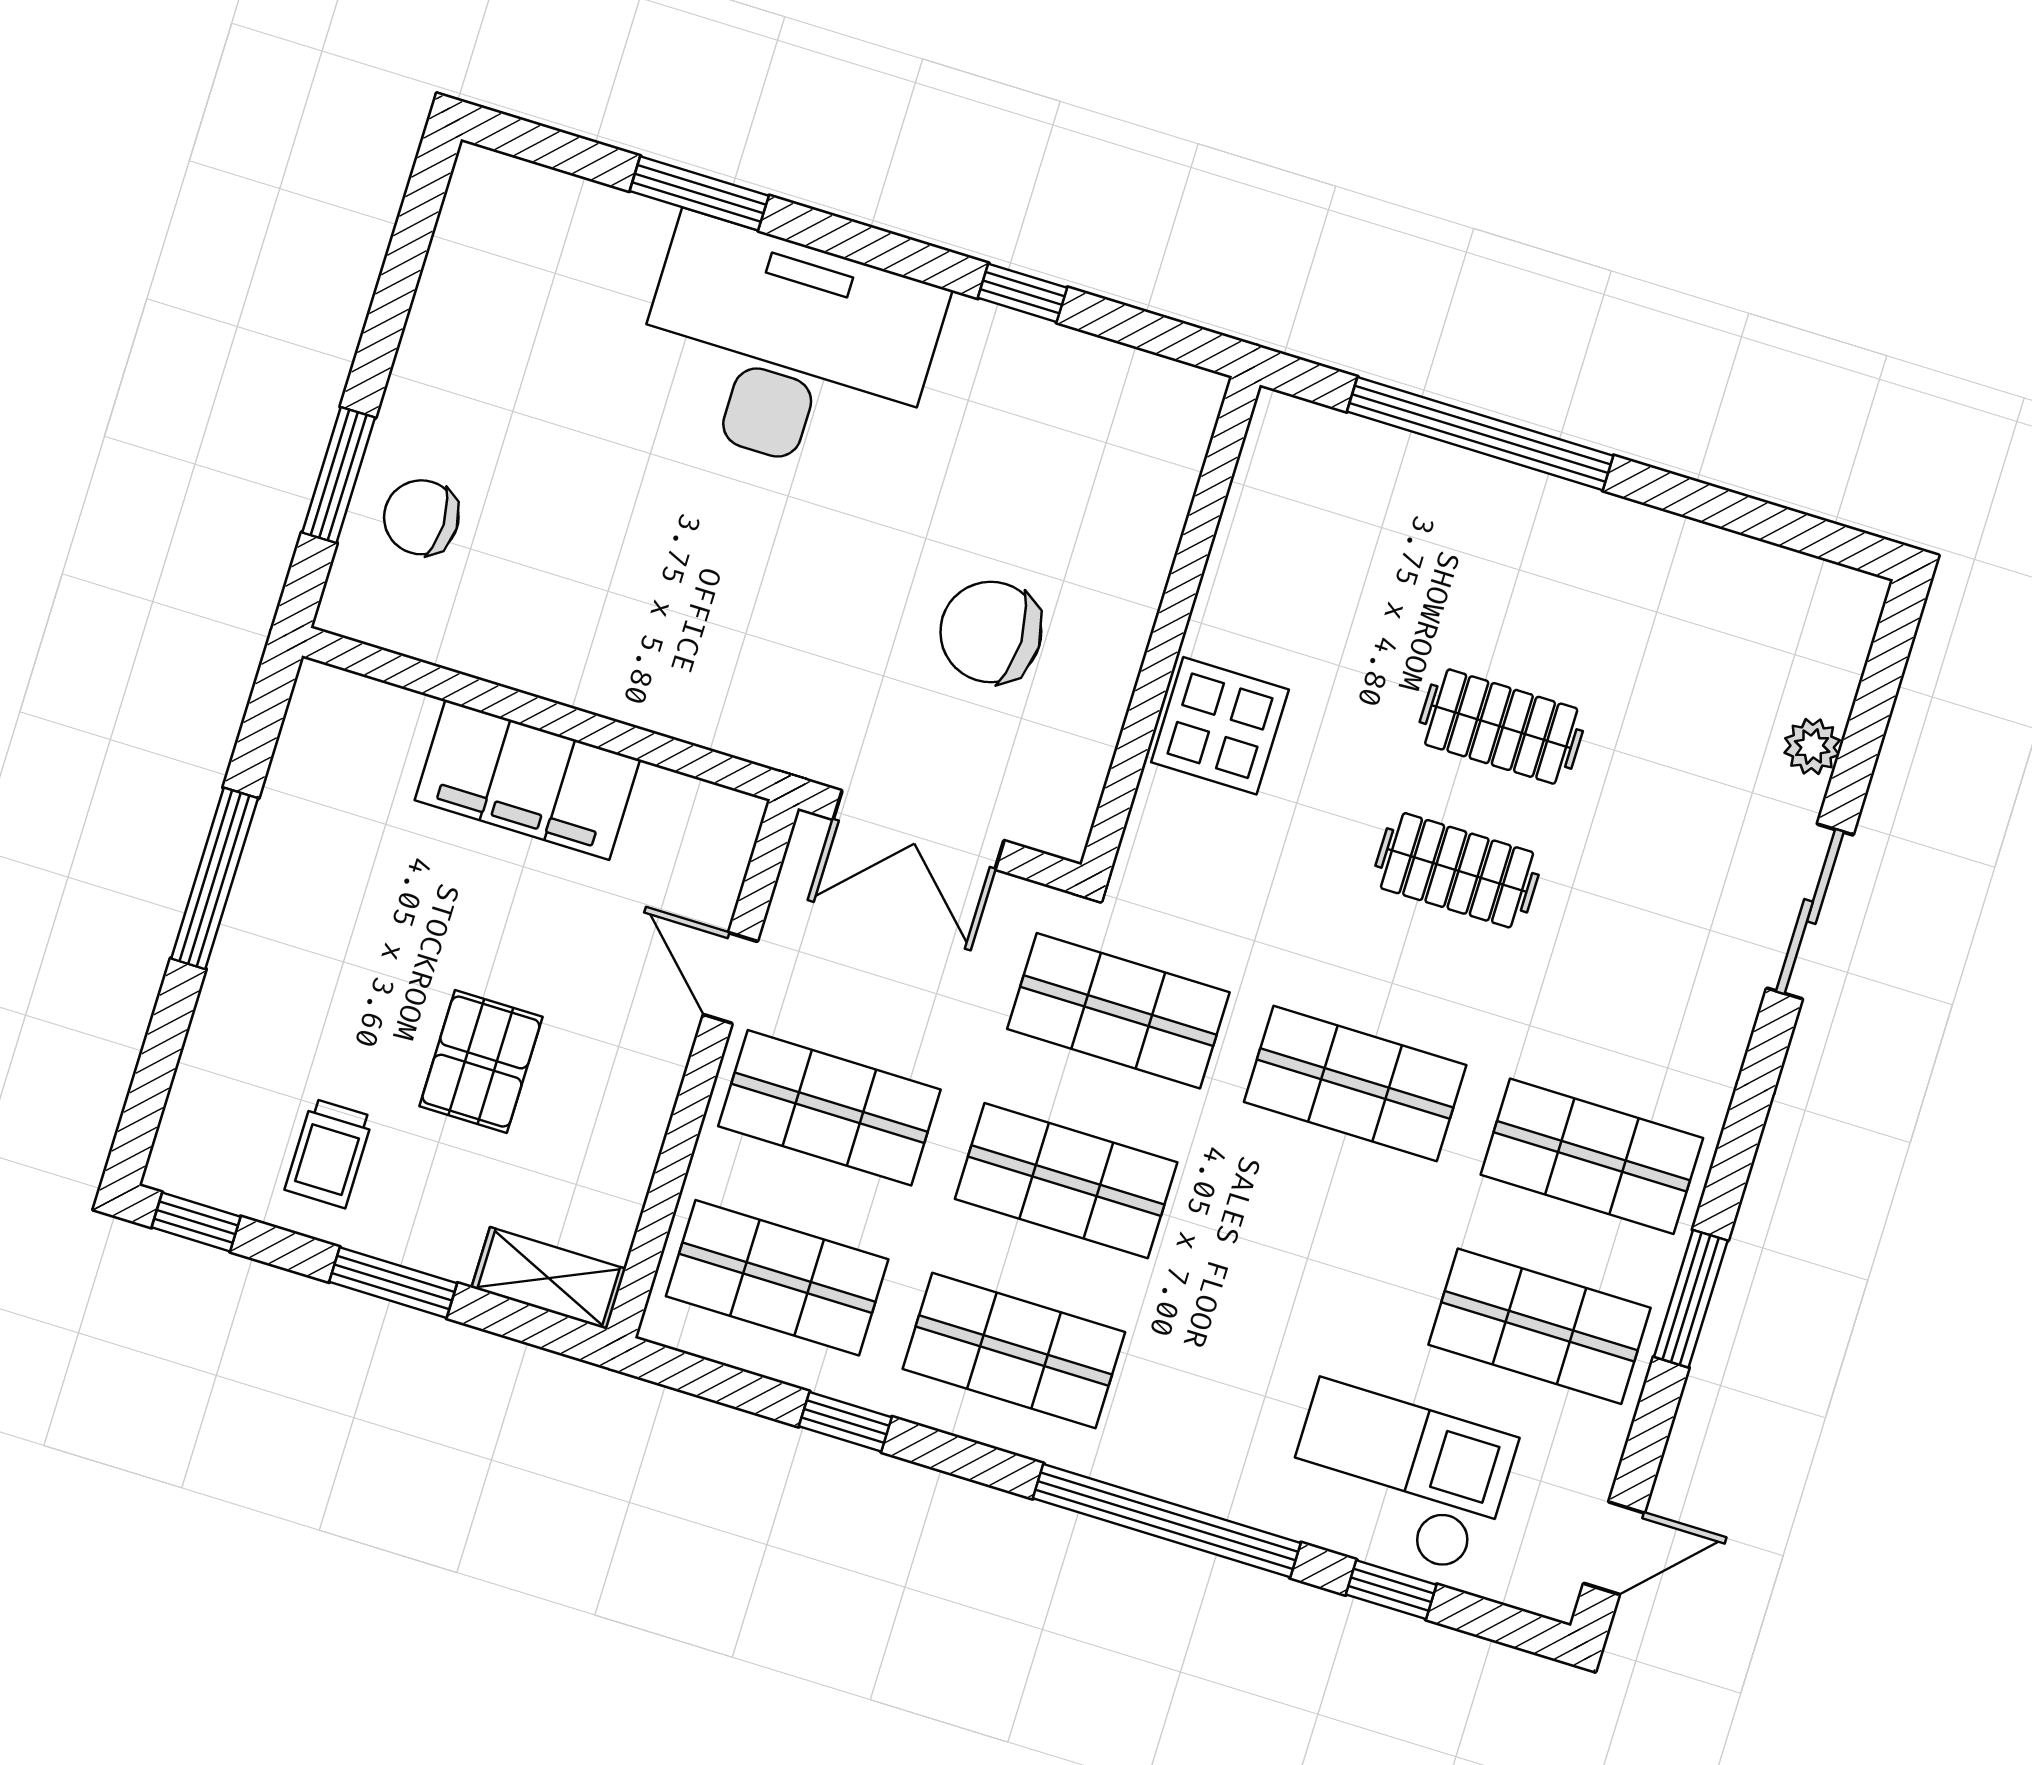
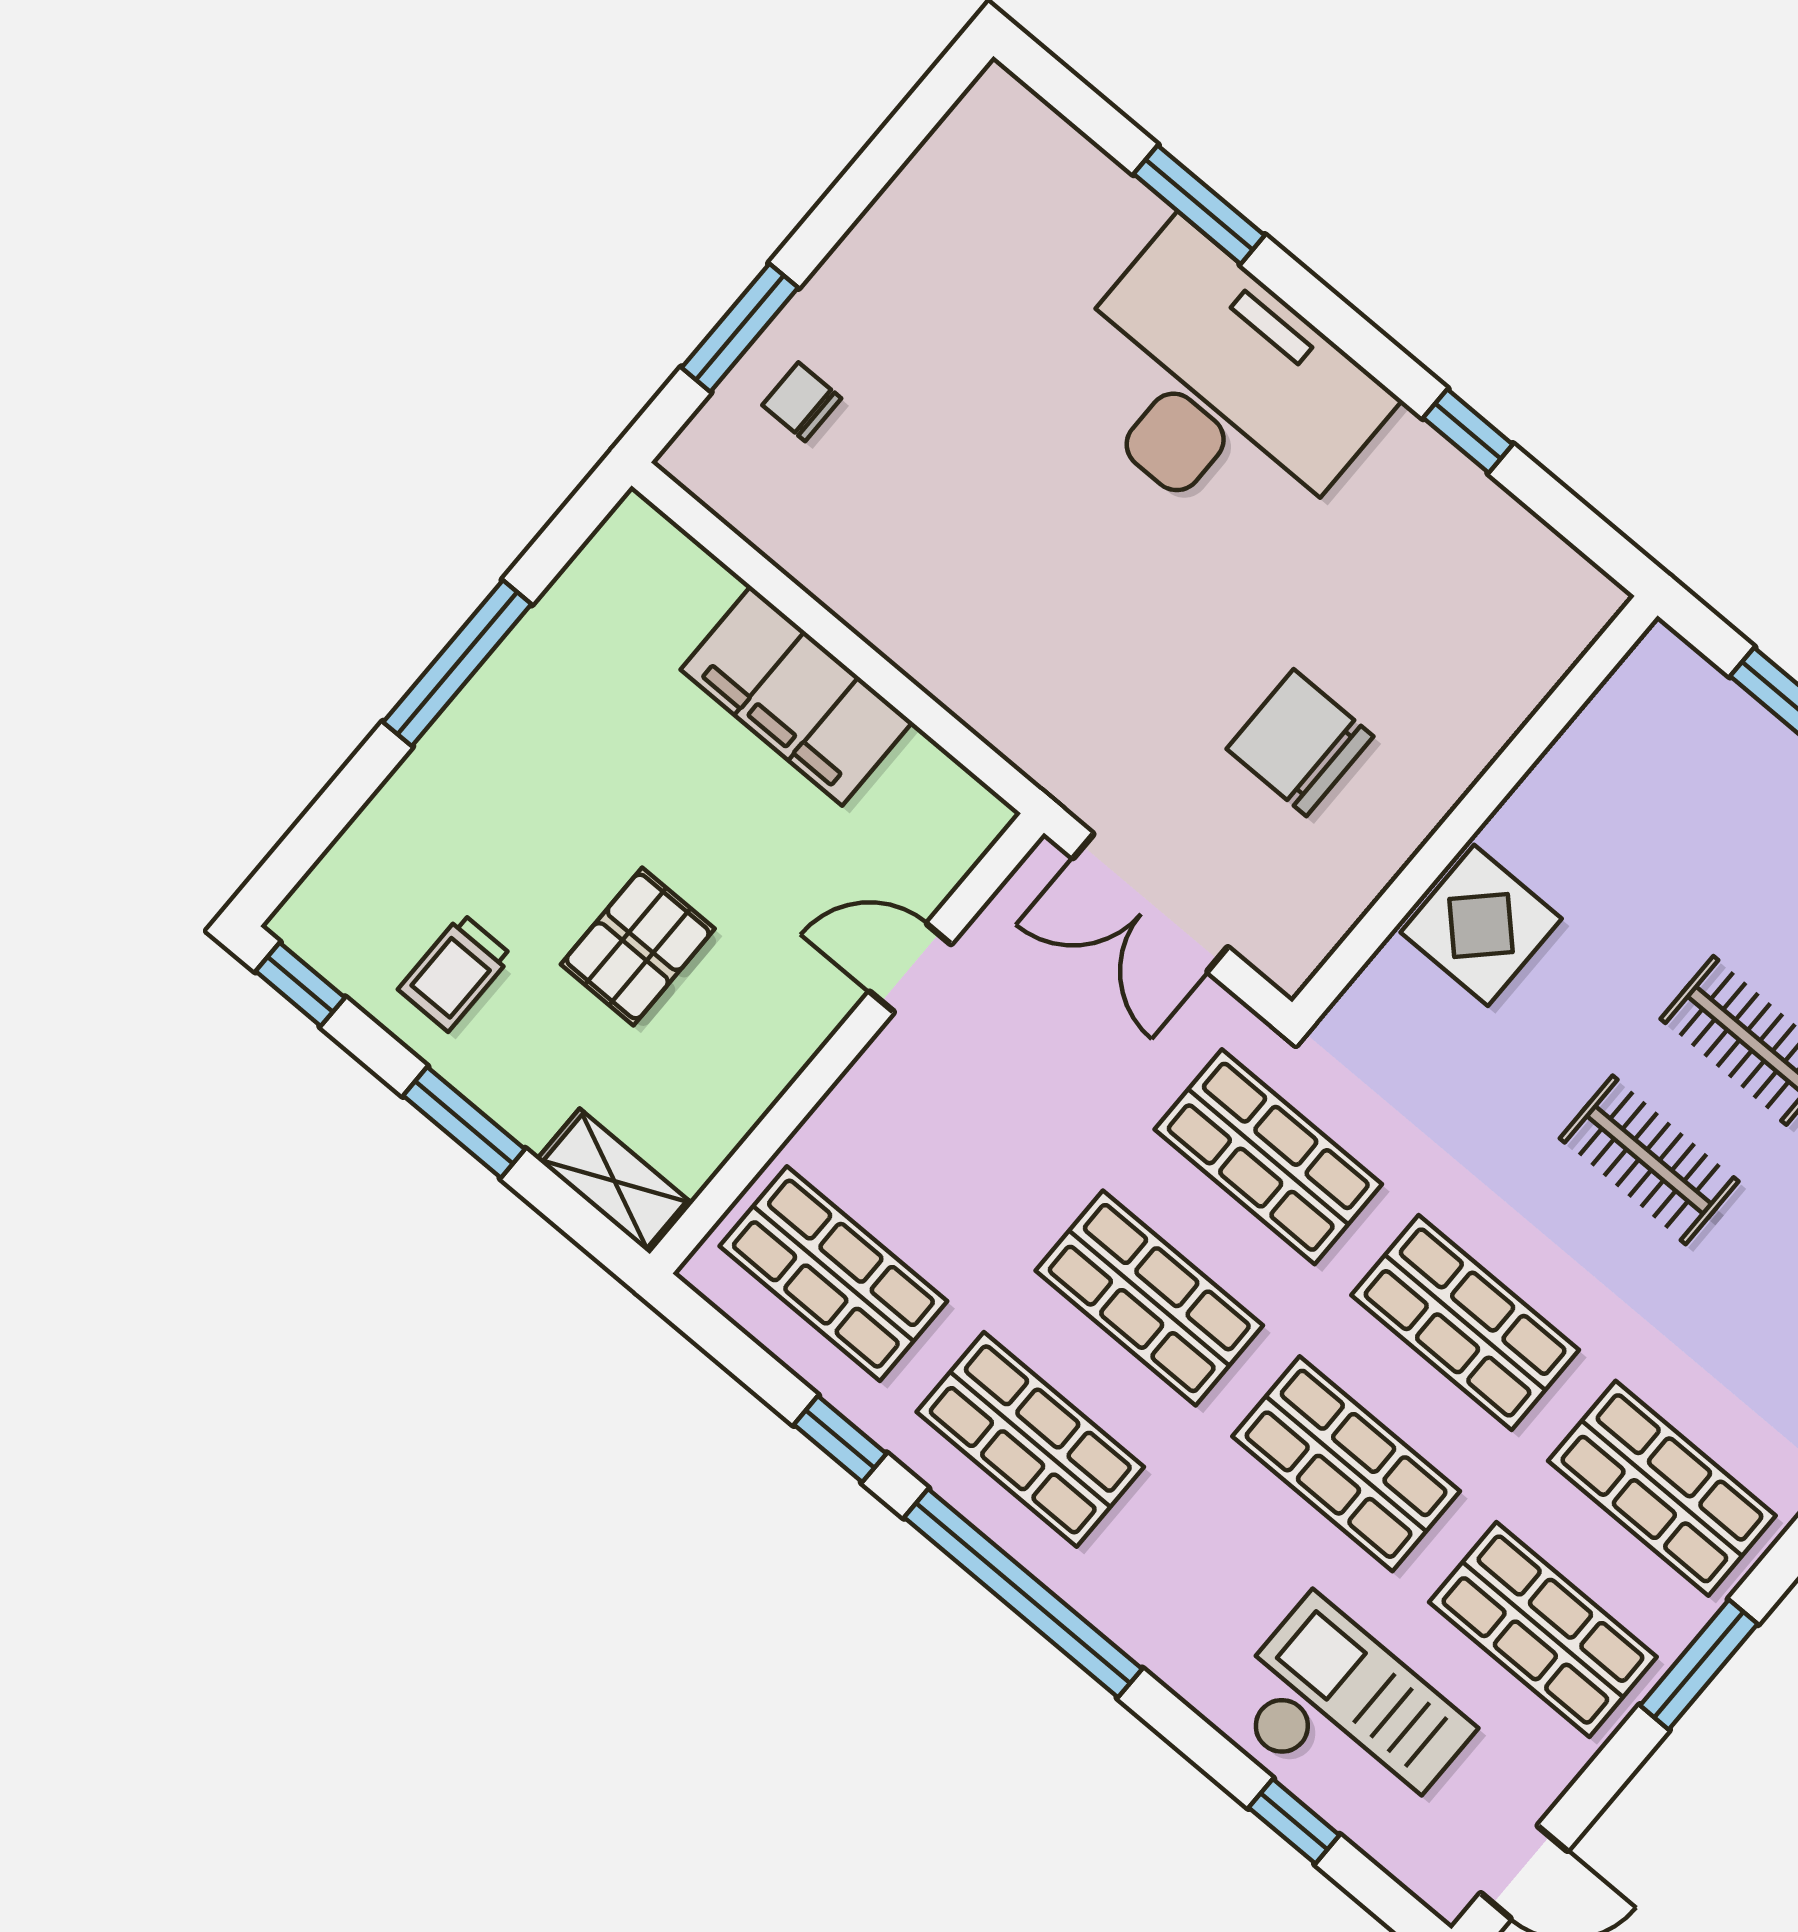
chair: (421, 517) -> (802, 402), width x0.73, depth x0.73
door: (730, 978) -> (910, 968), hinge flipped
shop shelf: (829, 1108) -> (1346, 1464), moved
window: (1167, 1521) -> (1023, 1593), moved

